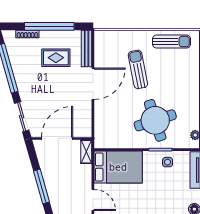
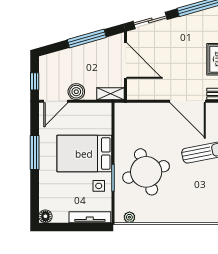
bed: (118, 167) -> (84, 154), moved, turned 90
boiler: (84, 182) -> (76, 92), added
window: (41, 186) -> (87, 38), moved

